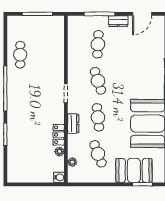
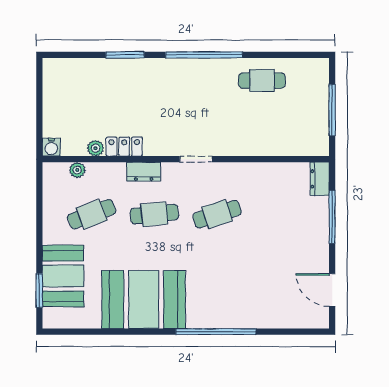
dresser: (118, 21) -> (320, 179), moved
cafe table: (98, 44) -> (280, 214), removed

